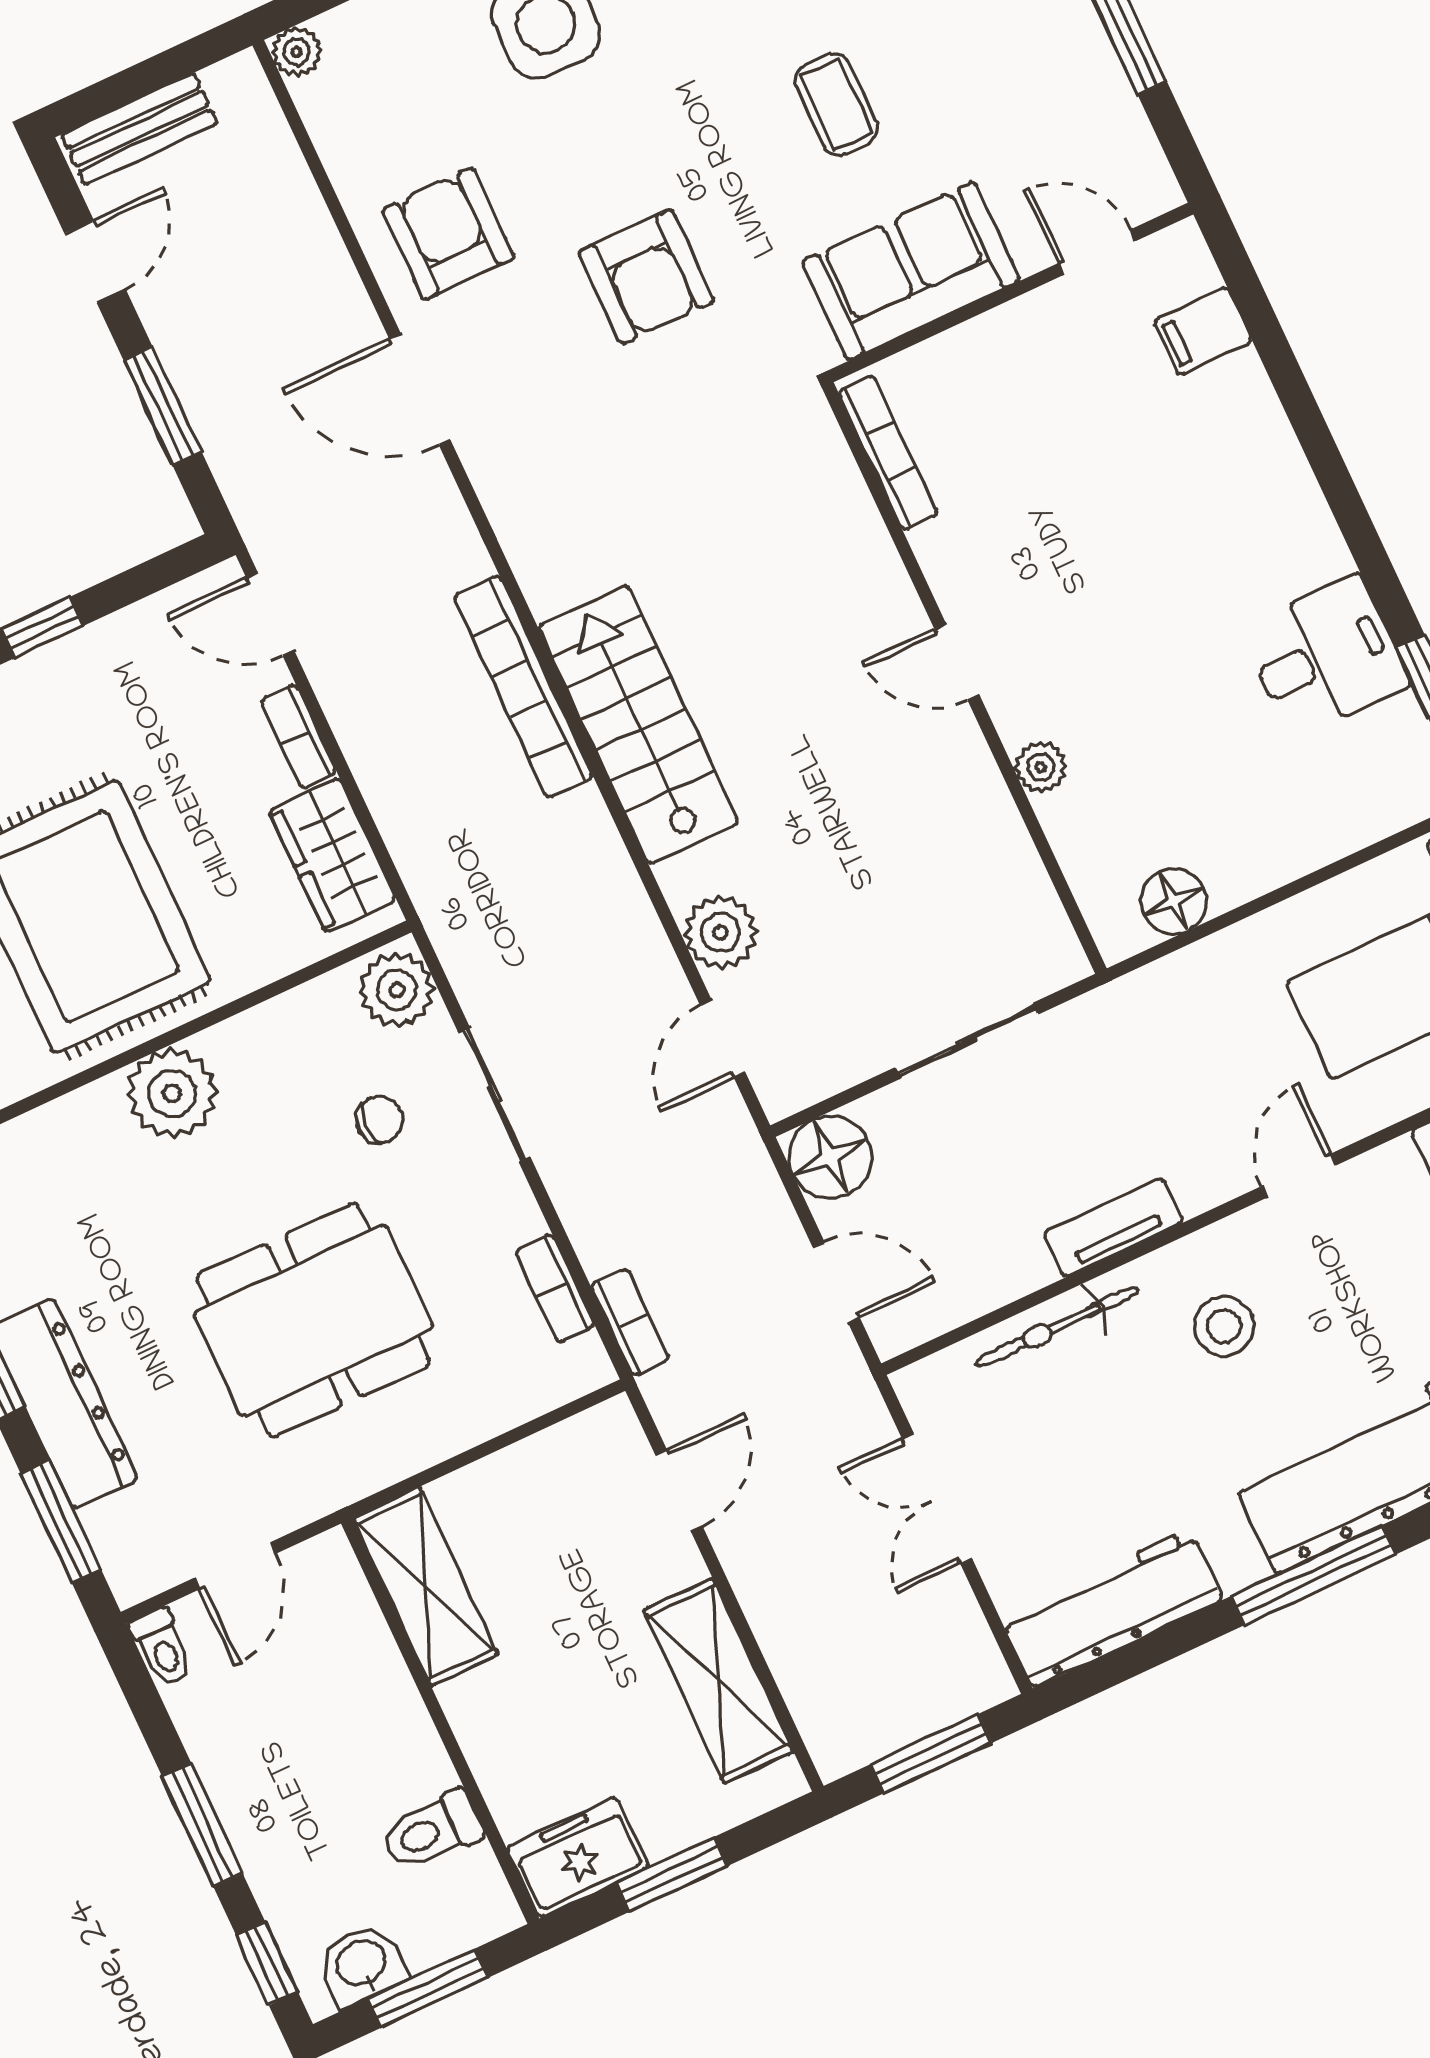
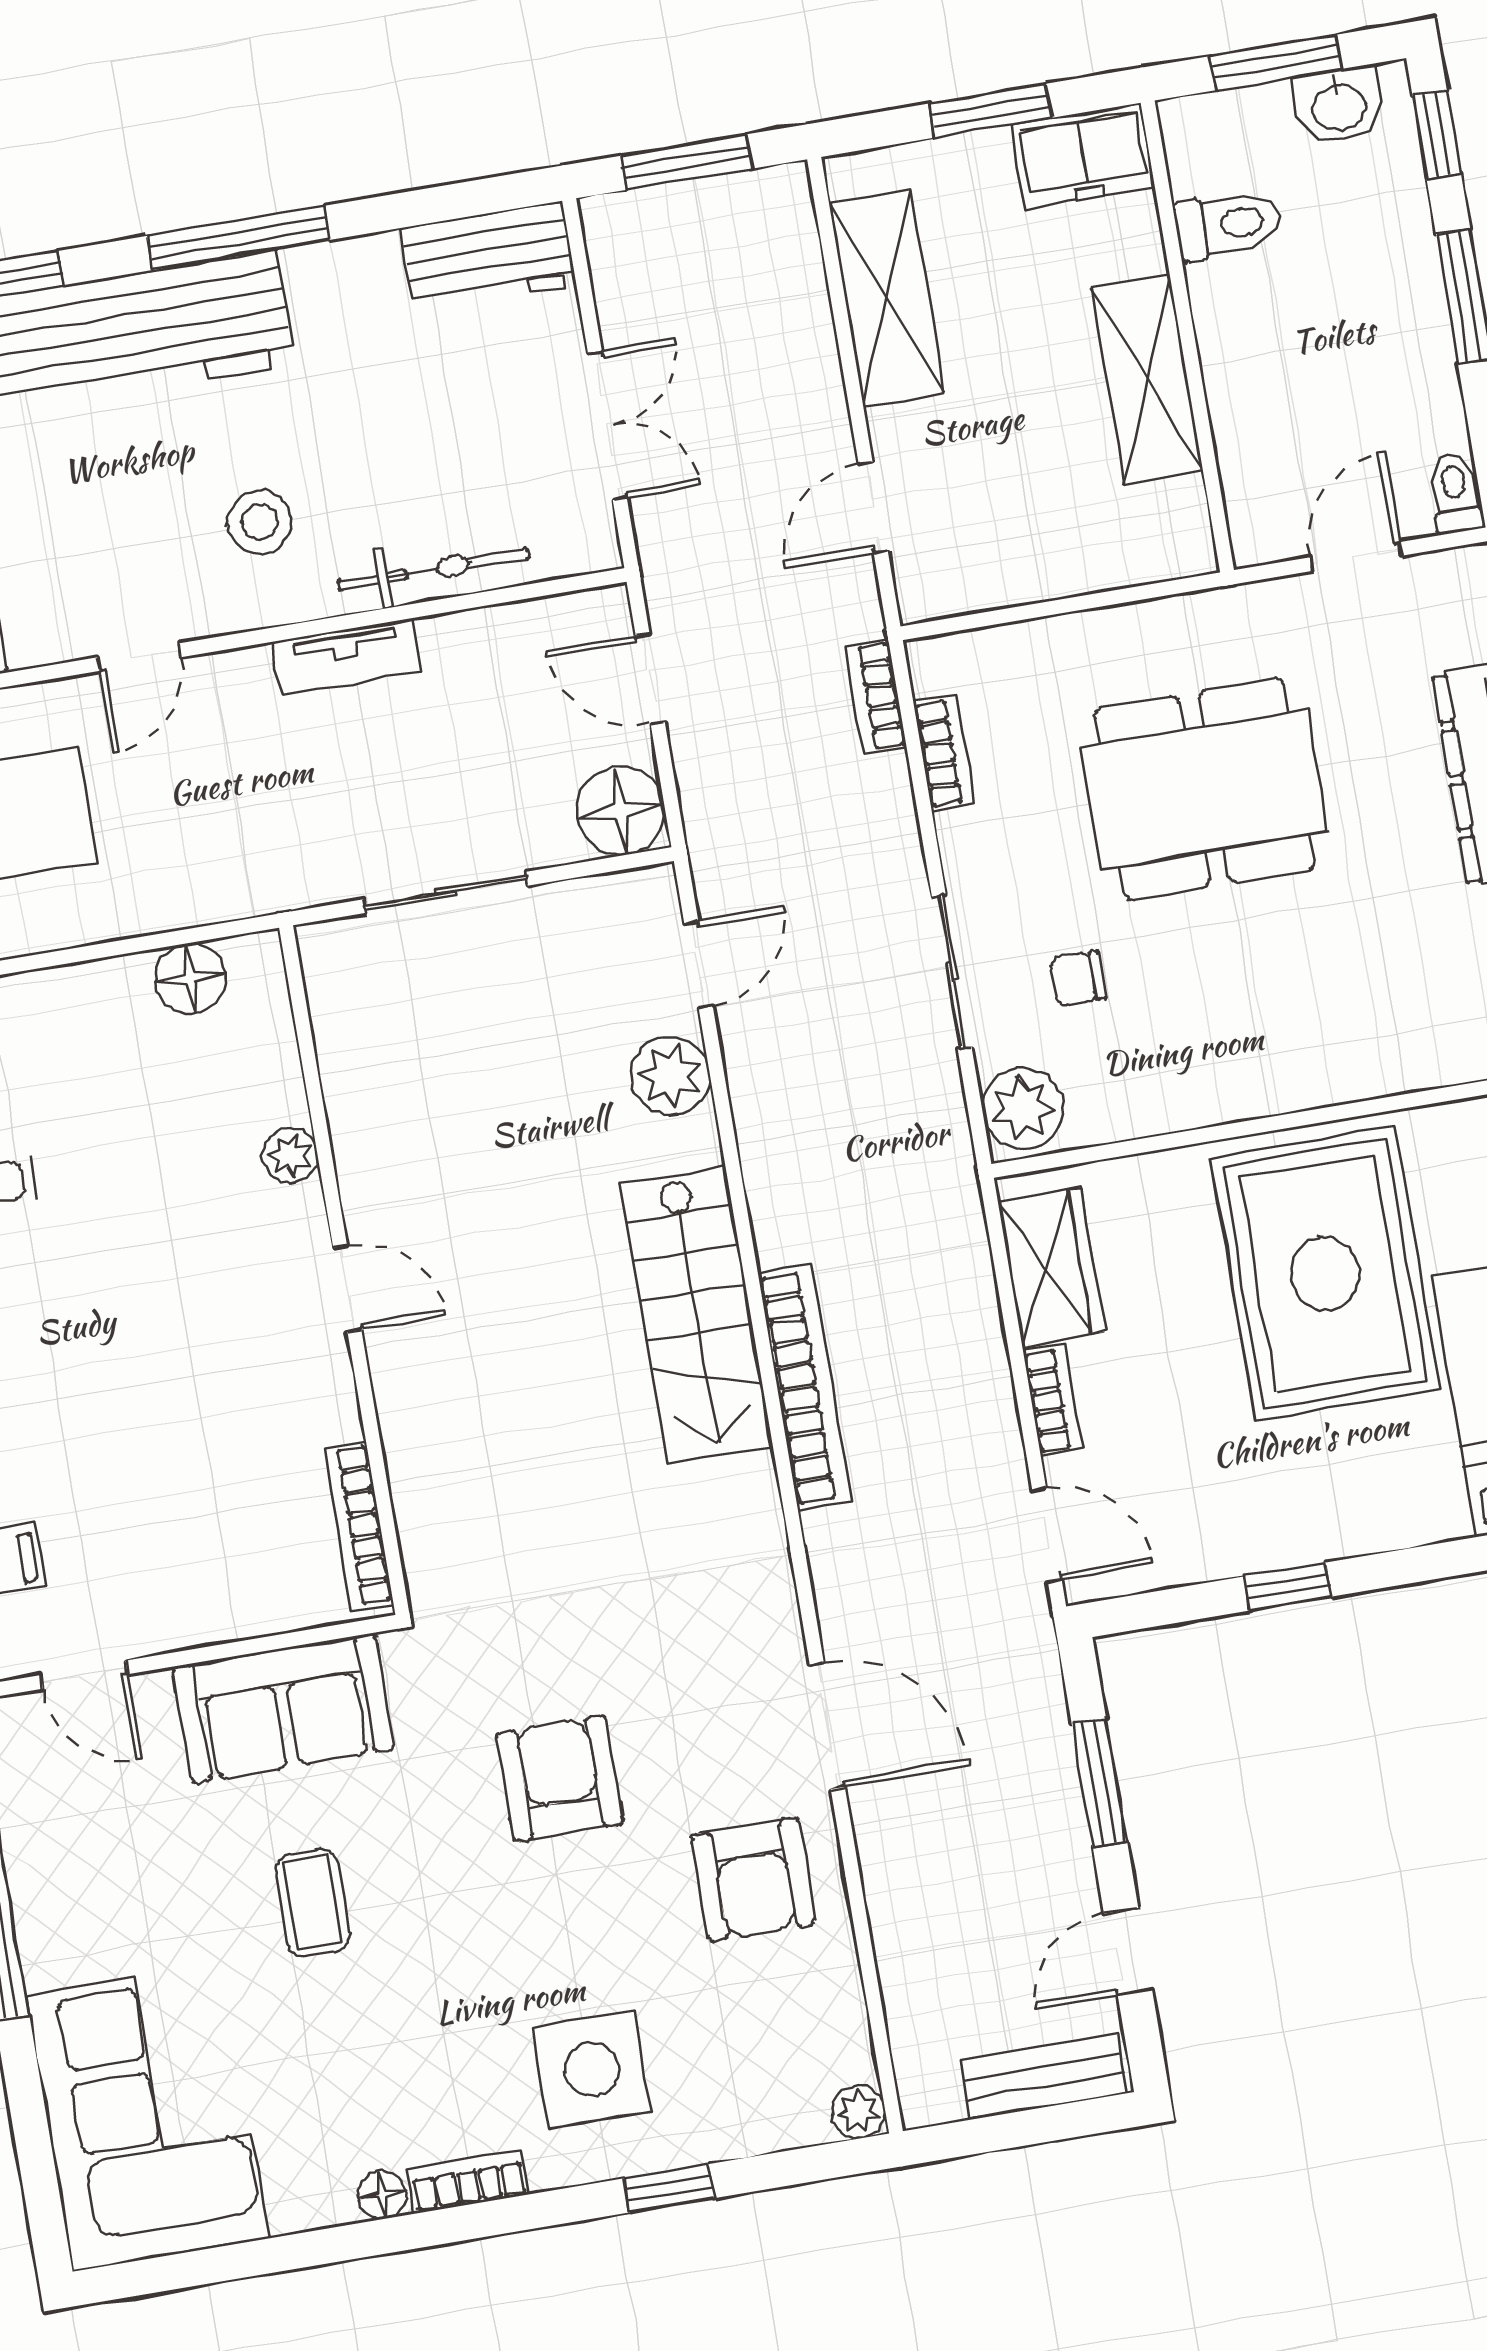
plant: (172, 1093) -> (1286, 1065), removed
shelving: (425, 1586) -> (1147, 380), moved
workbench: (1111, 1608) -> (488, 256), width x0.73

